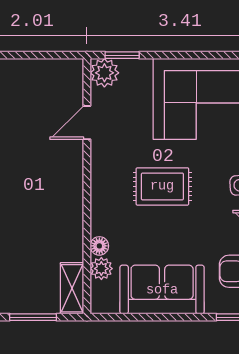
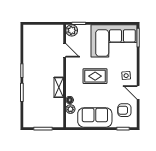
door: (87, 123) -> (65, 50), swing flipped
shelving: (72, 288) -> (59, 87), moved

